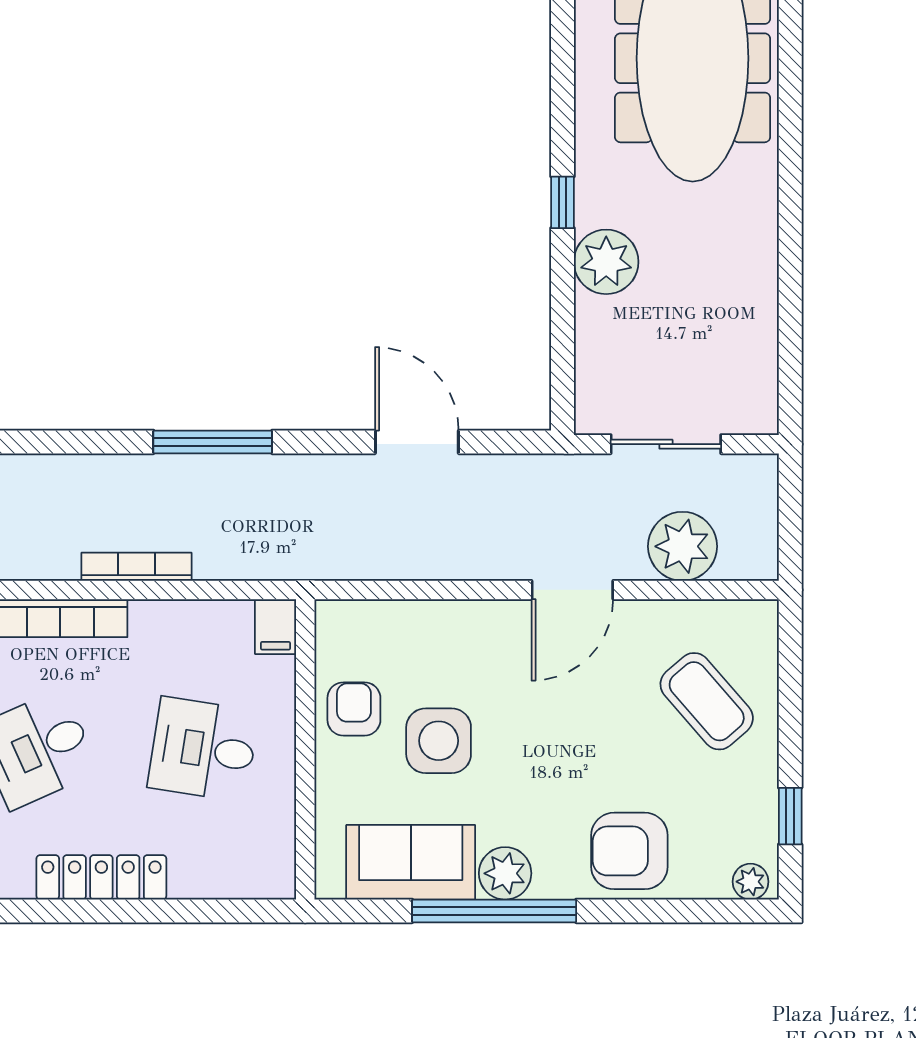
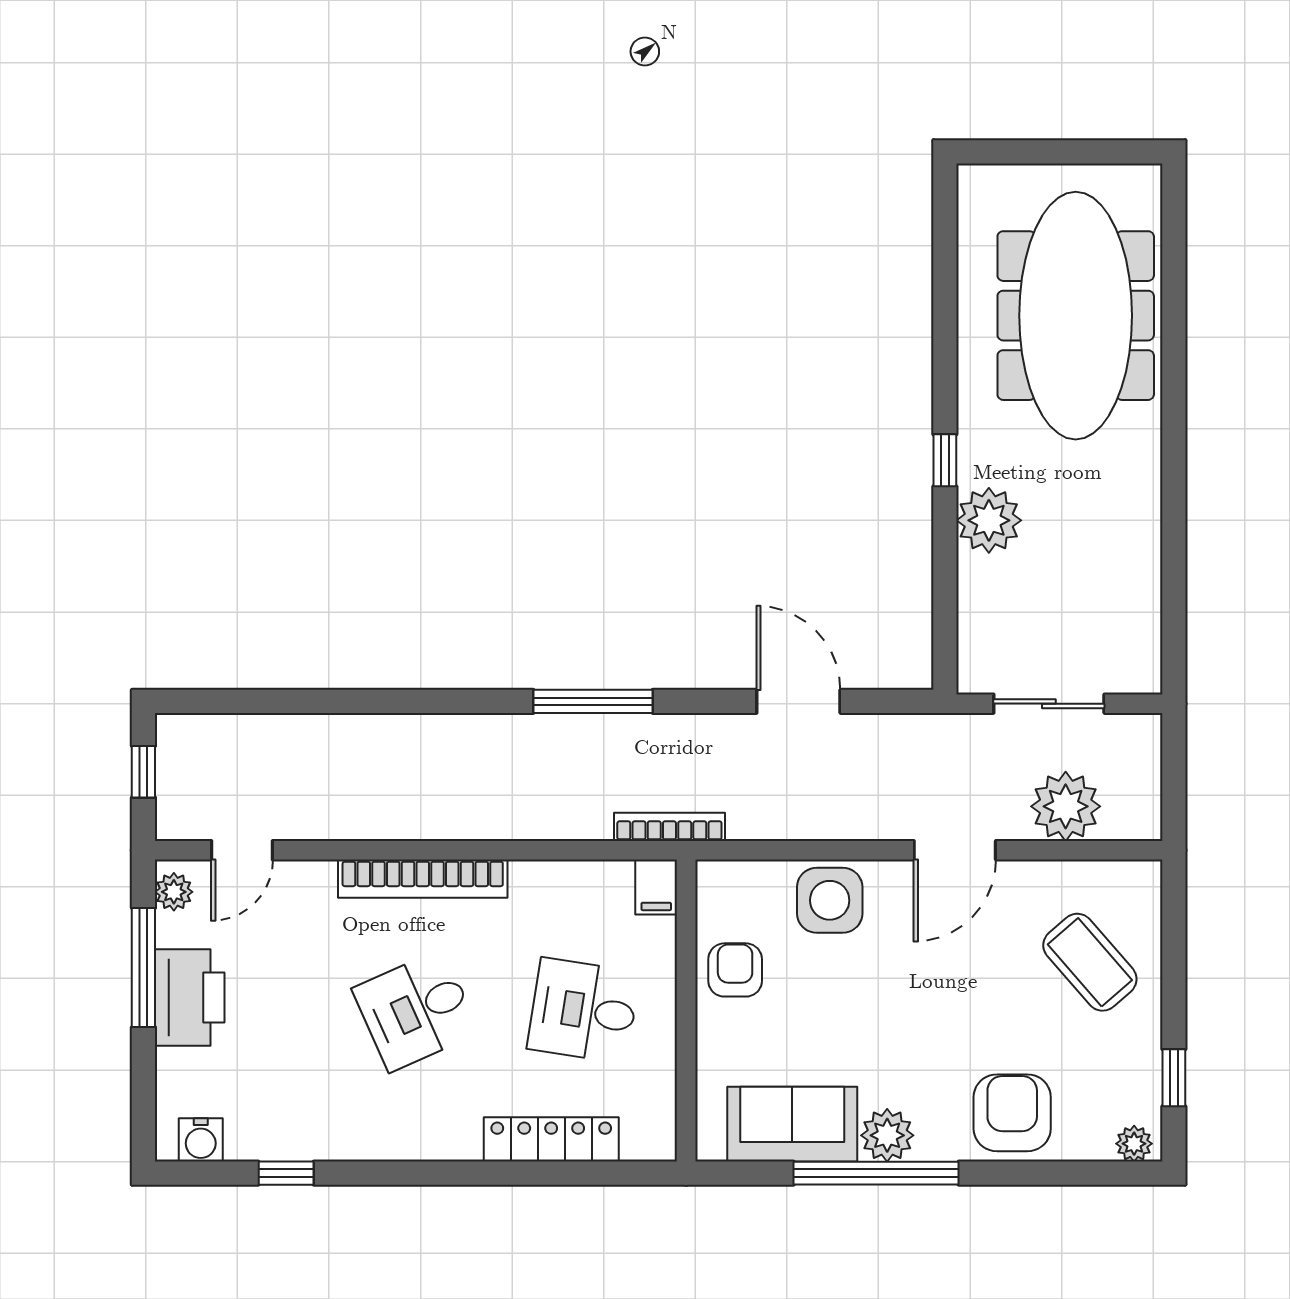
bookcase: (137, 567) -> (669, 827), moved
side table: (439, 741) -> (830, 900), moved
armchair: (629, 851) -> (1012, 1113), turned 90
locker: (101, 877) -> (551, 1139), moved

